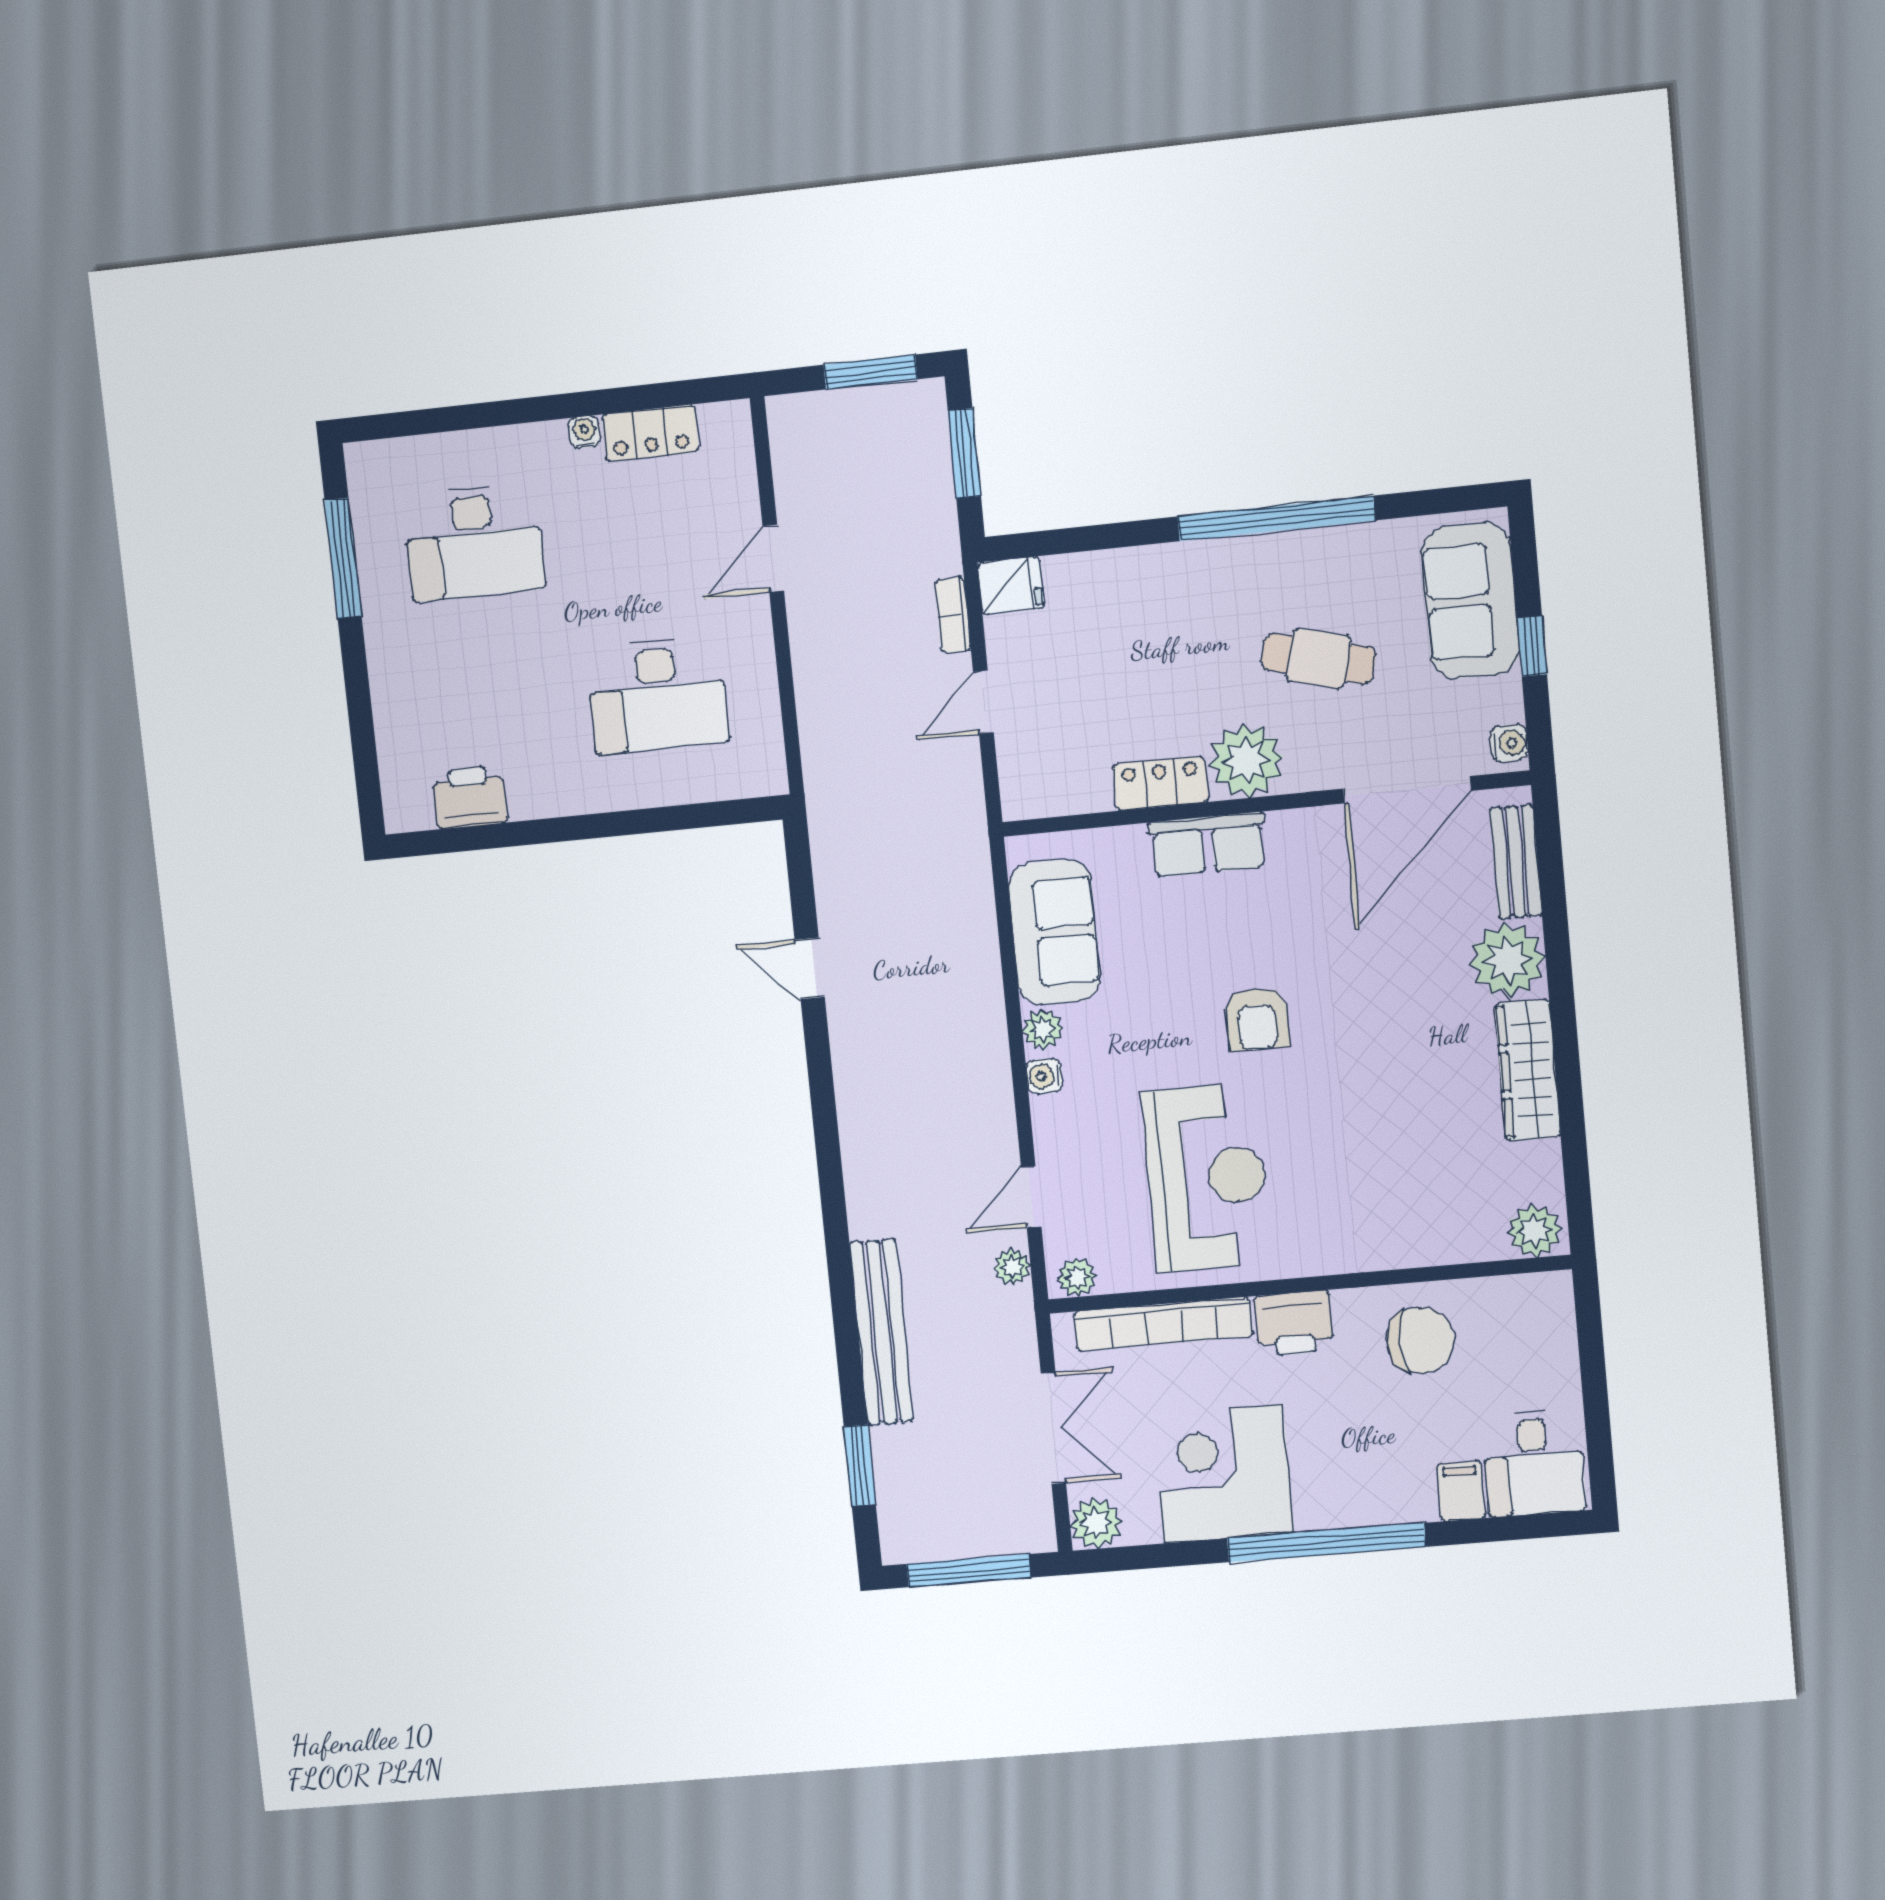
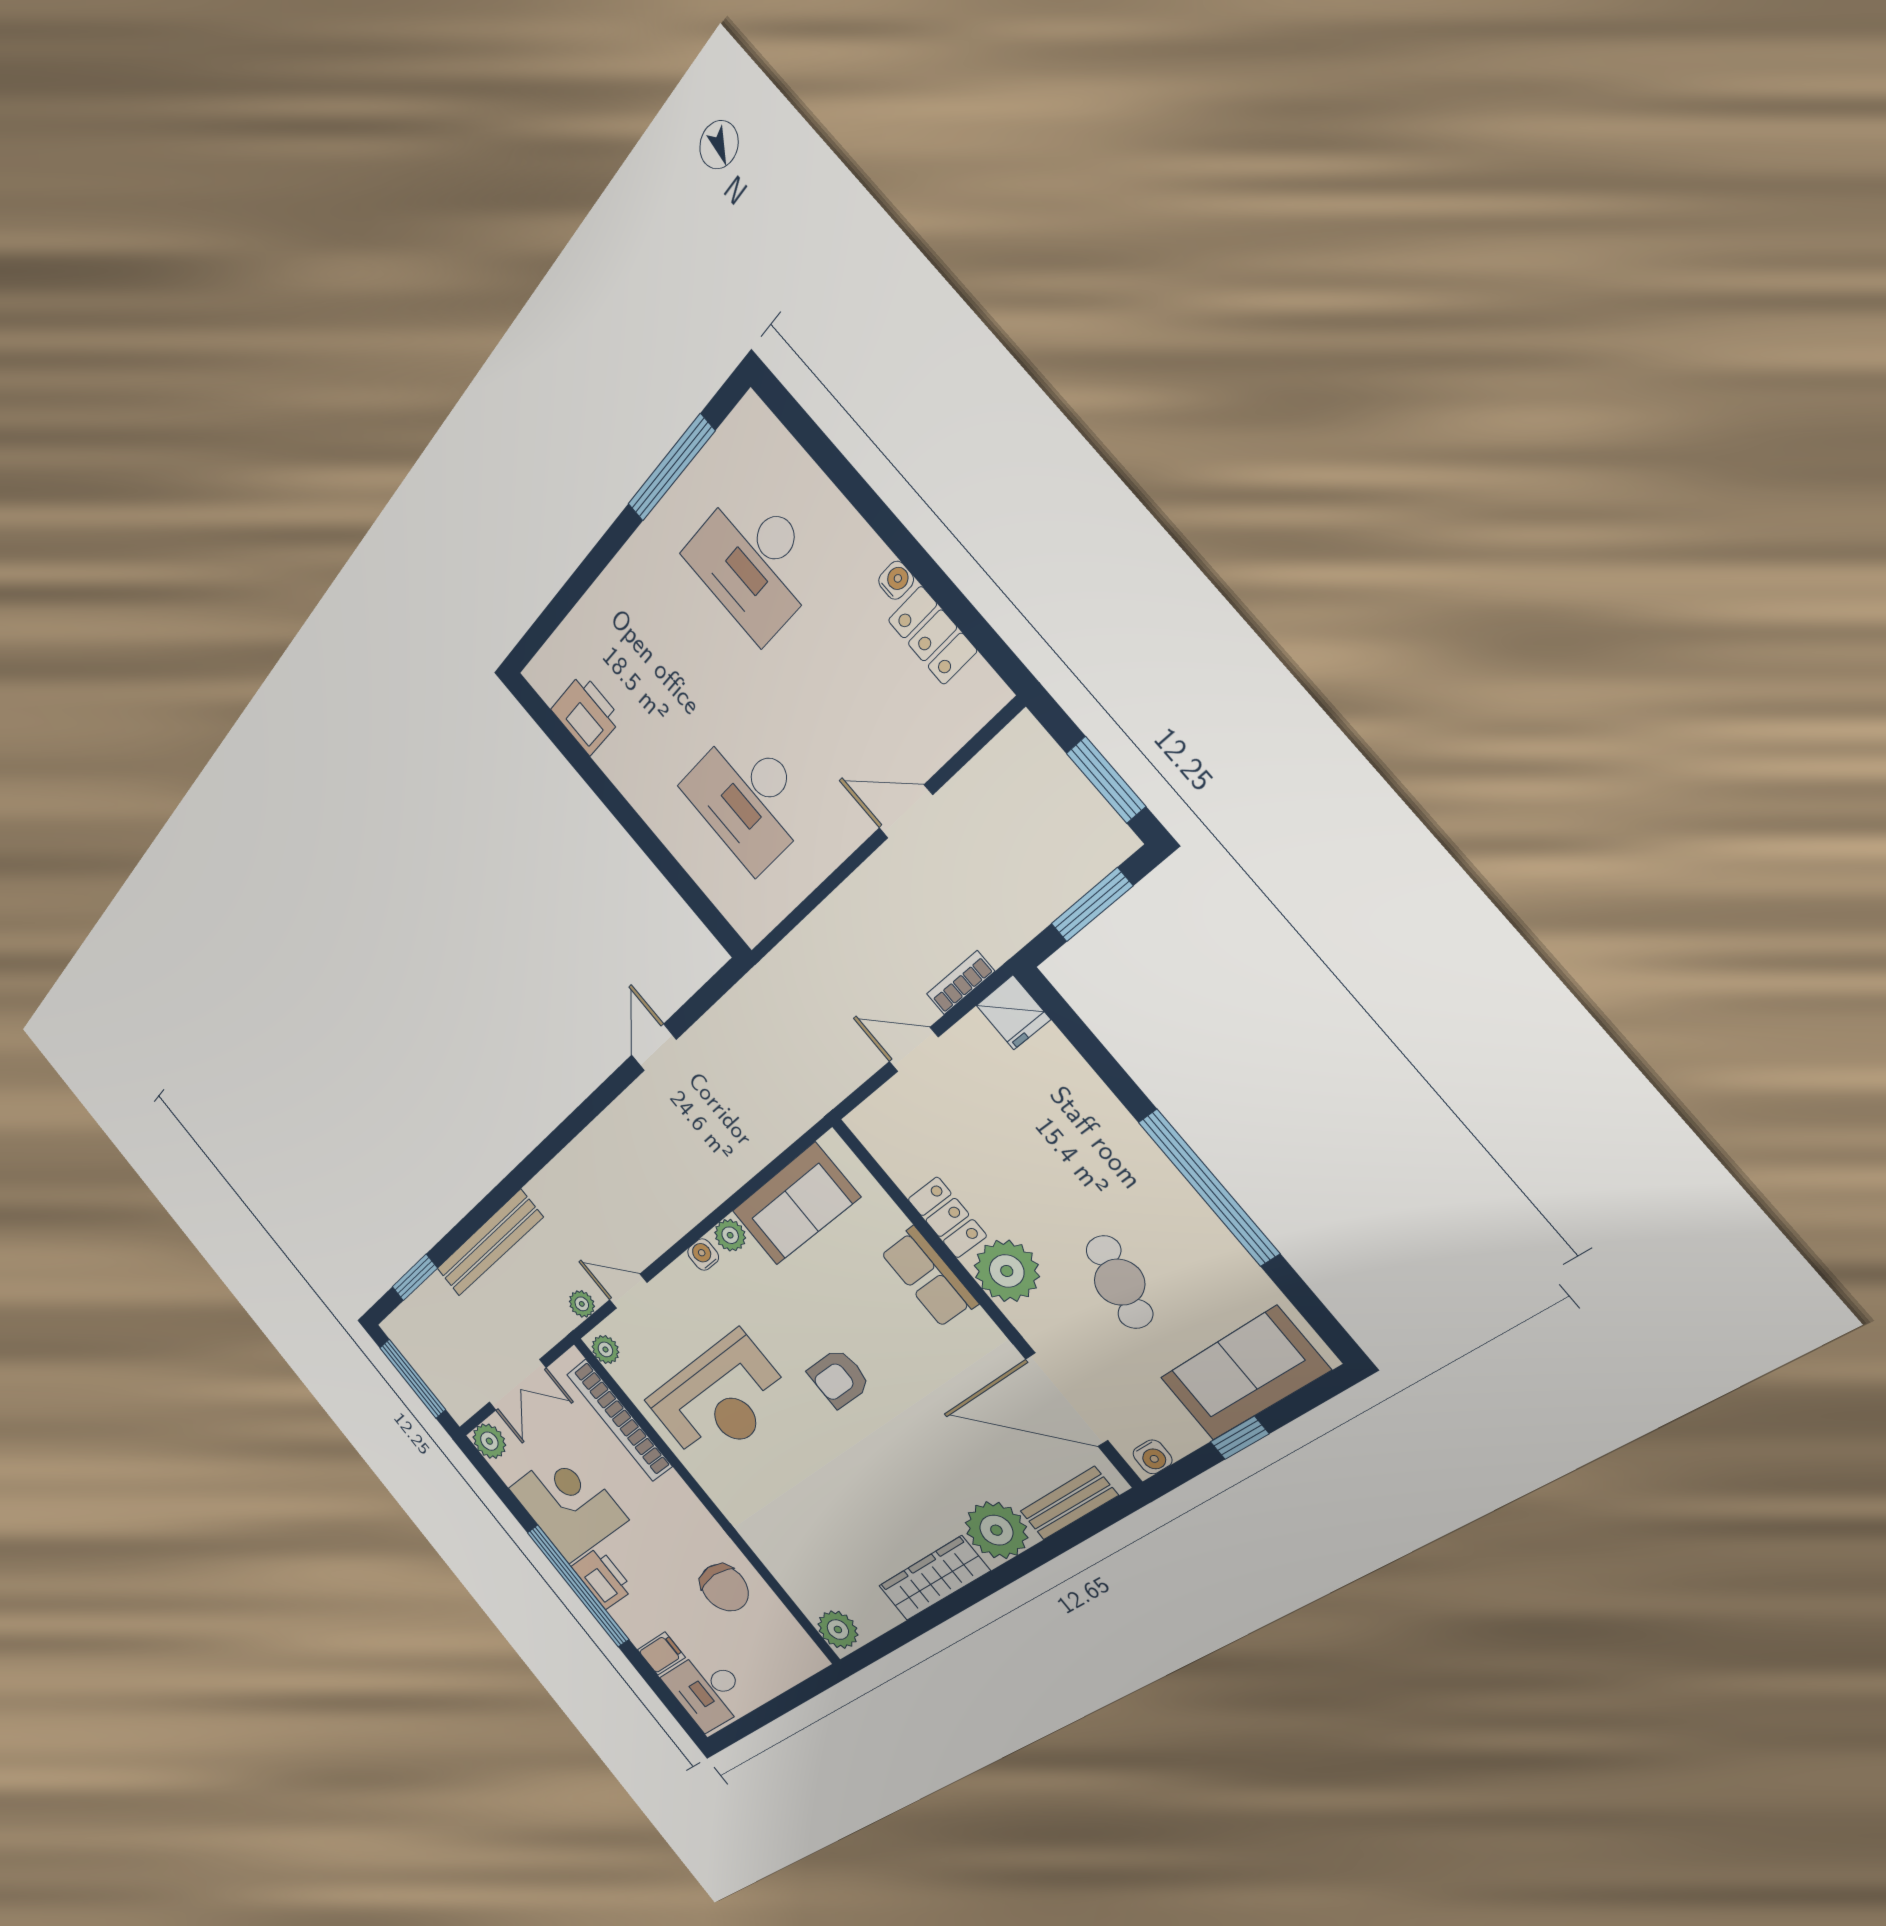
printer: (1294, 1324) -> (602, 1578), moved, turned 180

